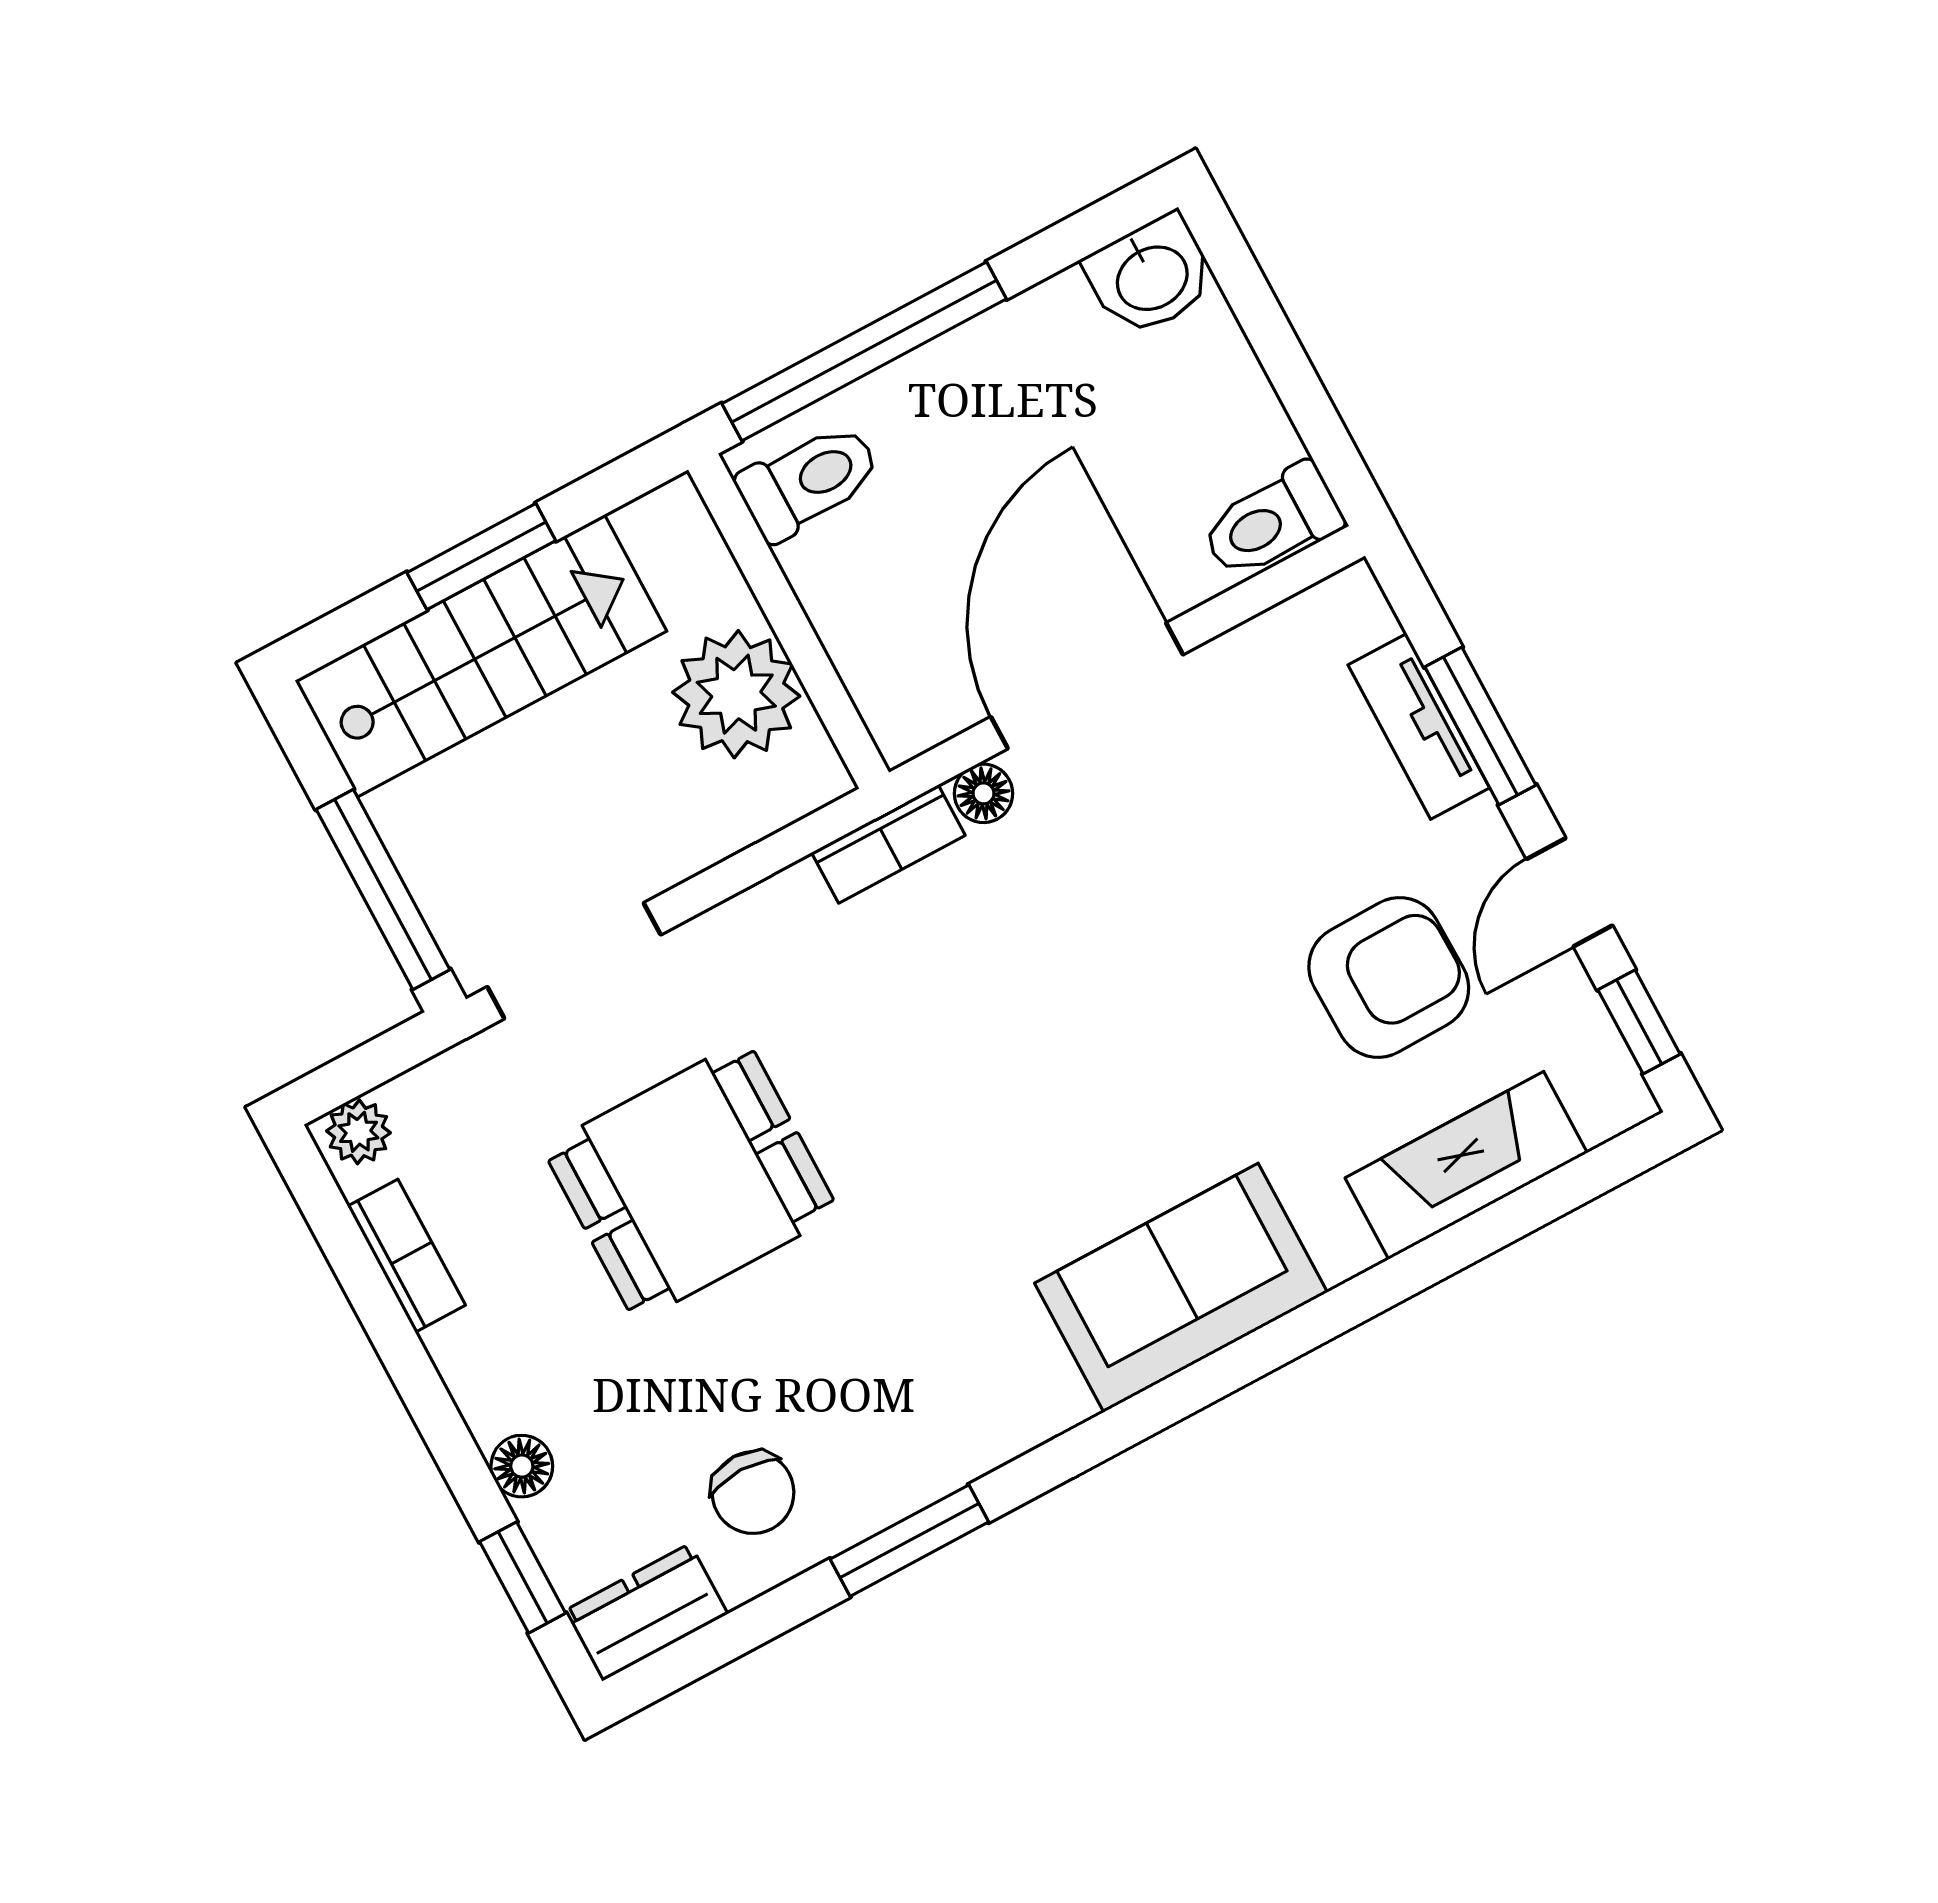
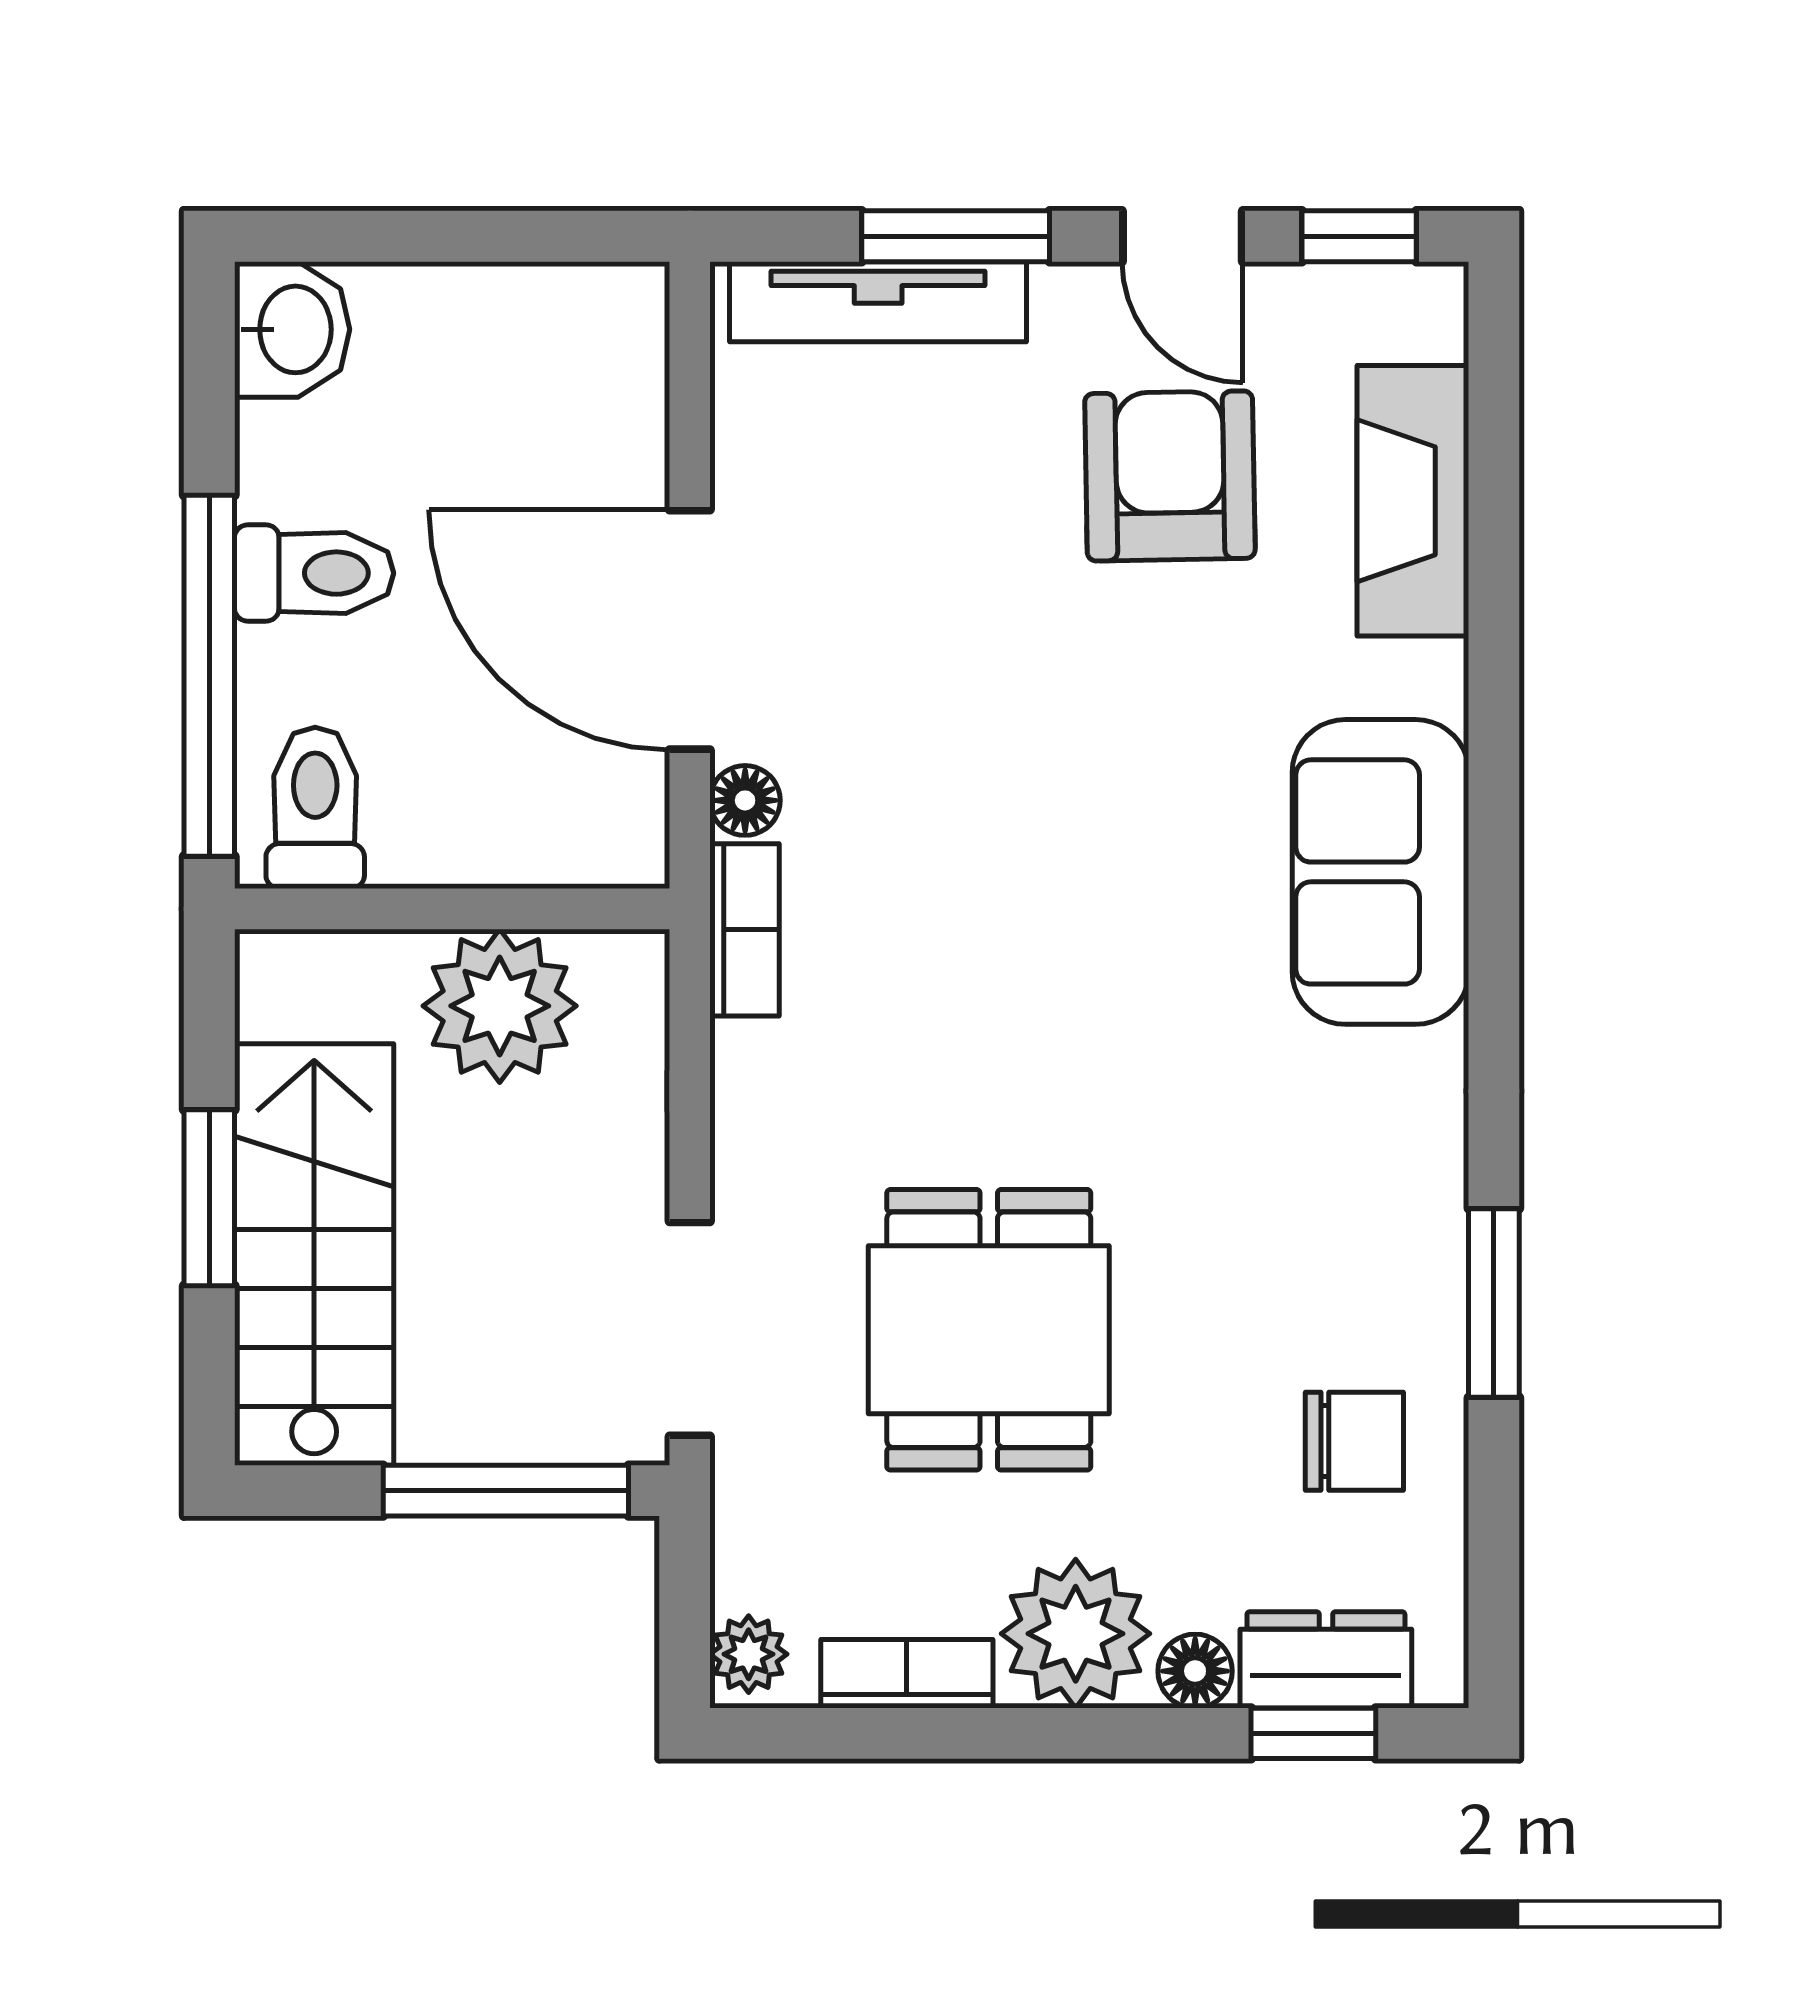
toilet: (1272, 522) -> (314, 573), moved, turned -90
tv unit: (1419, 726) -> (878, 302), width x1.41
plant: (502, 1364) -> (1076, 1634), added
dresser: (646, 1612) -> (1326, 1660), moved, turned 90

